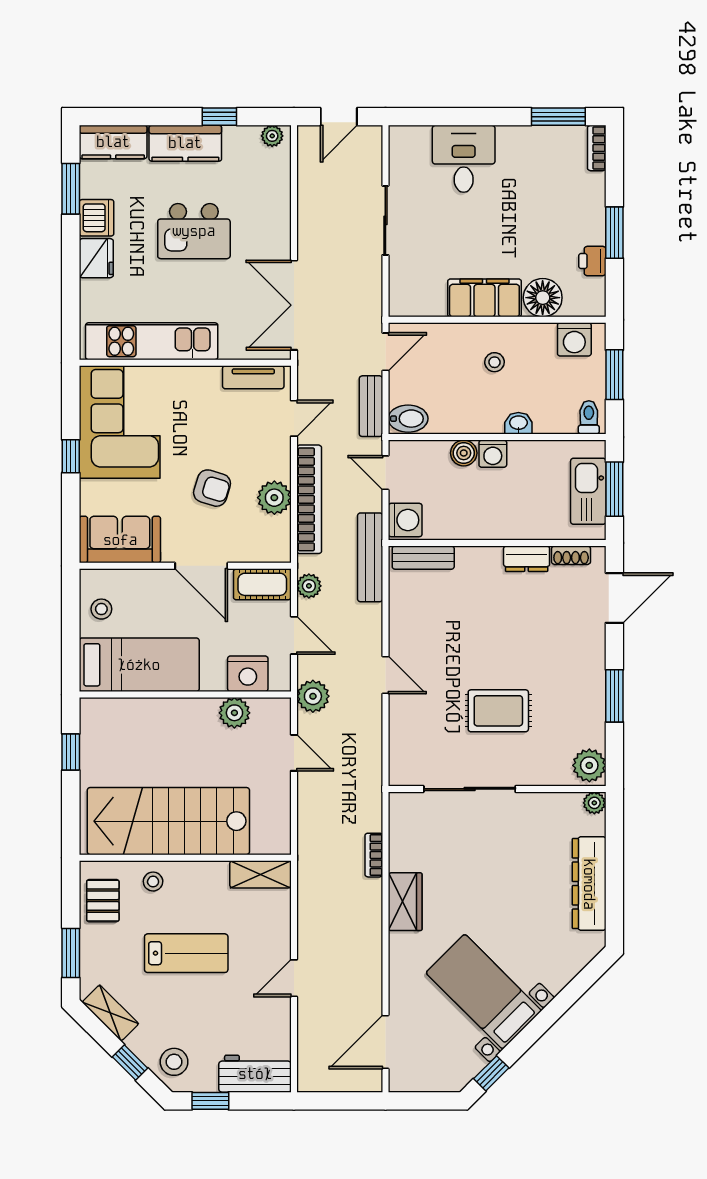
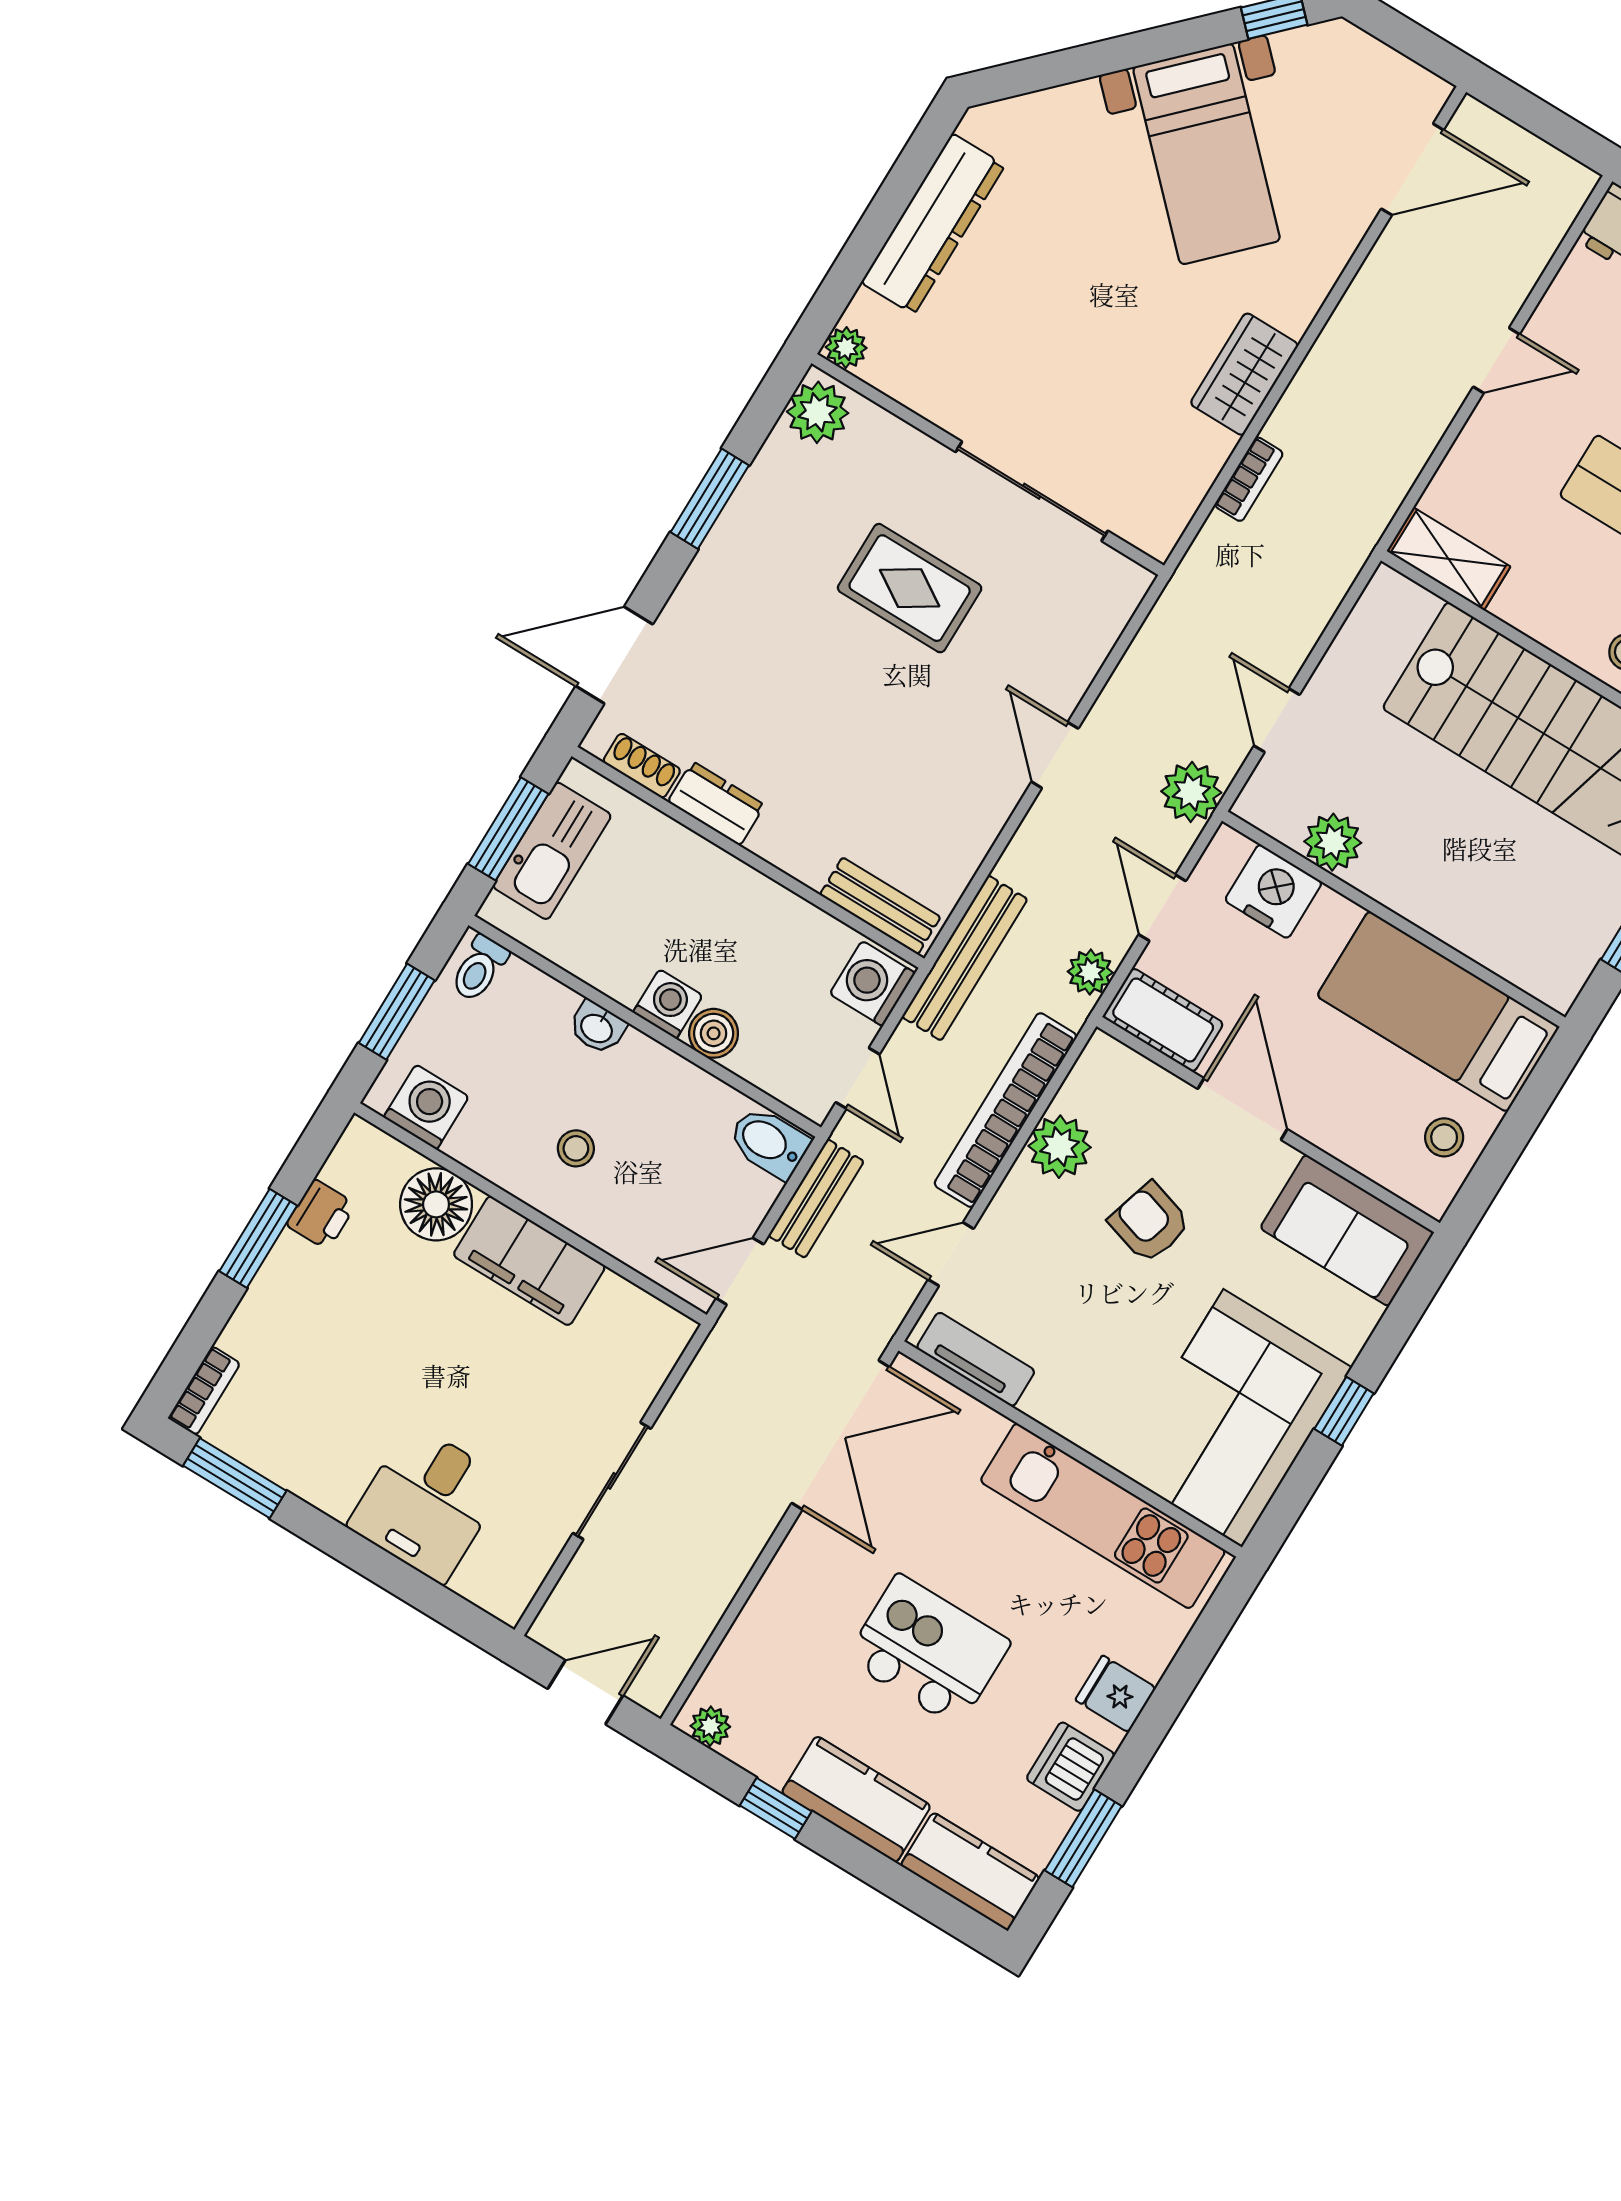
fridge: (96, 258) -> (1116, 1694), width x0.72

